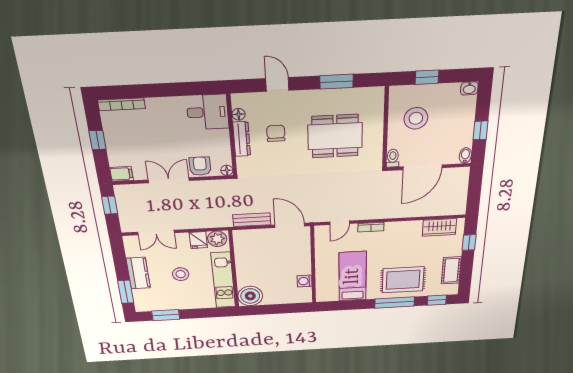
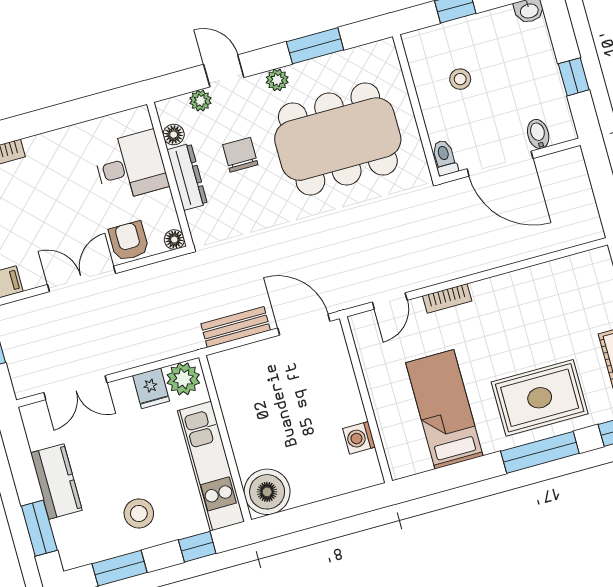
plant: (308, 96) -> (277, 80), added
plant: (259, 99) -> (200, 101), added
desk: (208, 112) -> (131, 166), moved
stool: (416, 118) -> (460, 79), width x0.53, depth x0.53
dining table: (335, 136) -> (338, 139), width x1.36, depth x1.24
bidet: (465, 156) -> (538, 134), moved
door: (422, 167) -> (500, 164), hinge flipped
wardrobe: (439, 227) -> (569, 273), removed
stool: (181, 274) -> (139, 513), moved
window: (208, 313) -> (197, 547), added

